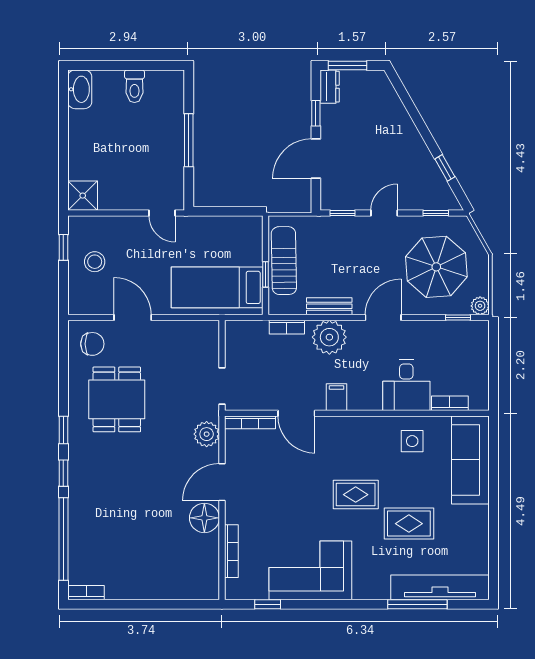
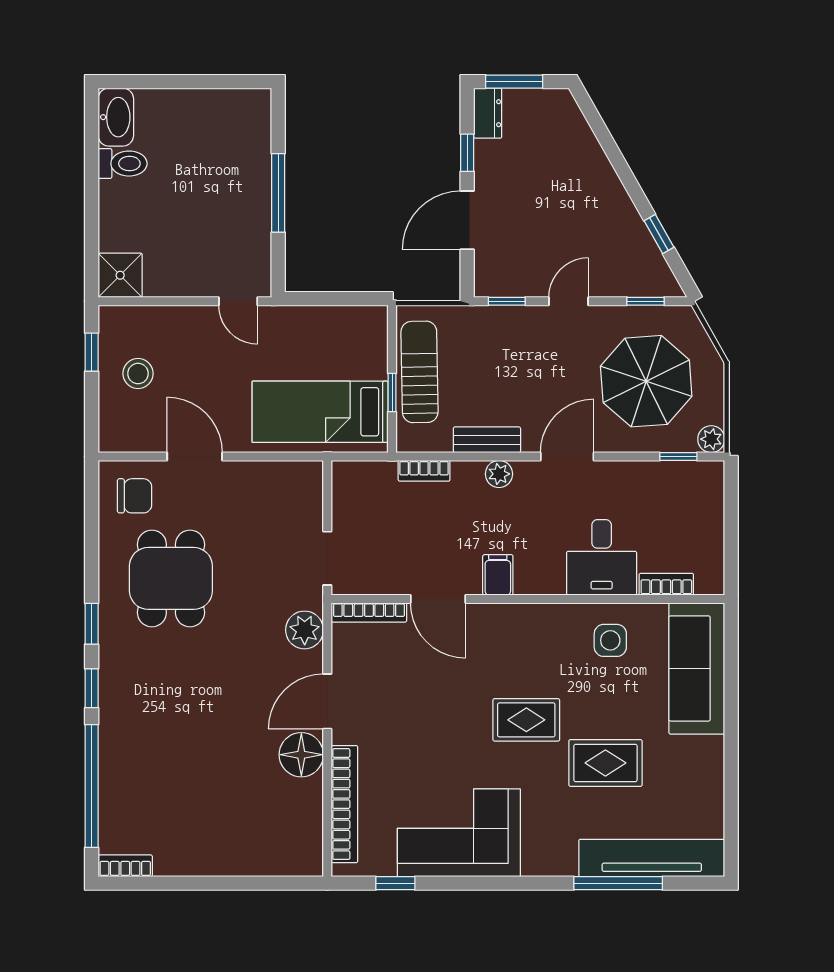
toilet: (134, 86) -> (123, 164), moved, turned -90
plant: (329, 337) -> (499, 474), width x0.53, depth x0.53
bookcase: (231, 551) -> (344, 804), width x1.48, depth x1.31

